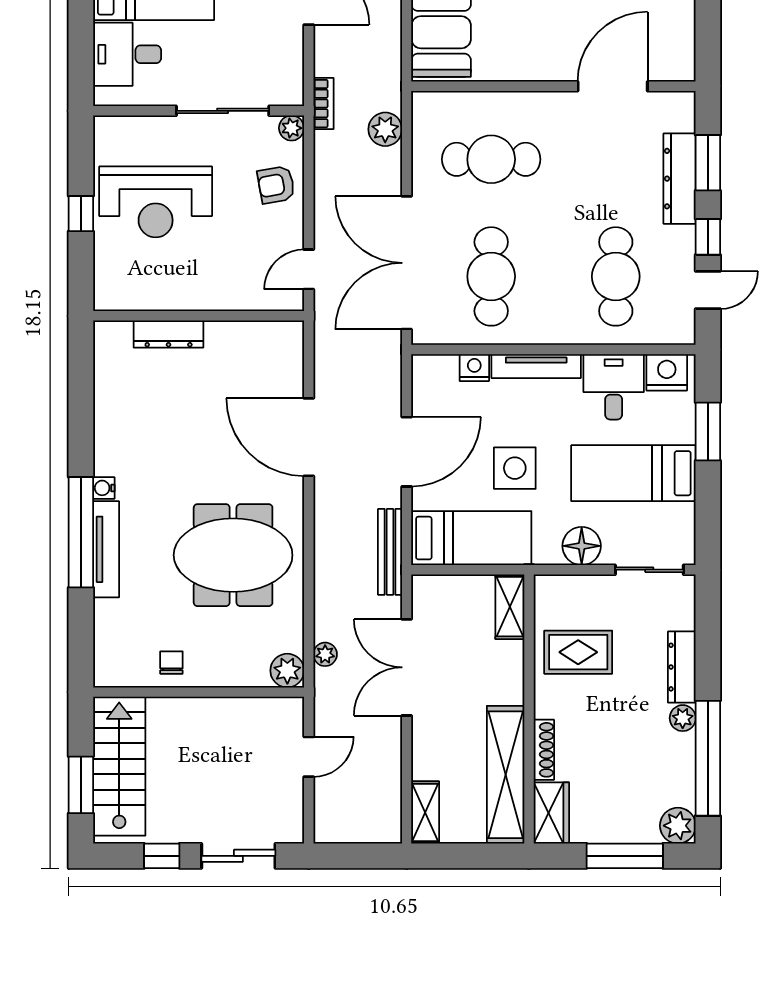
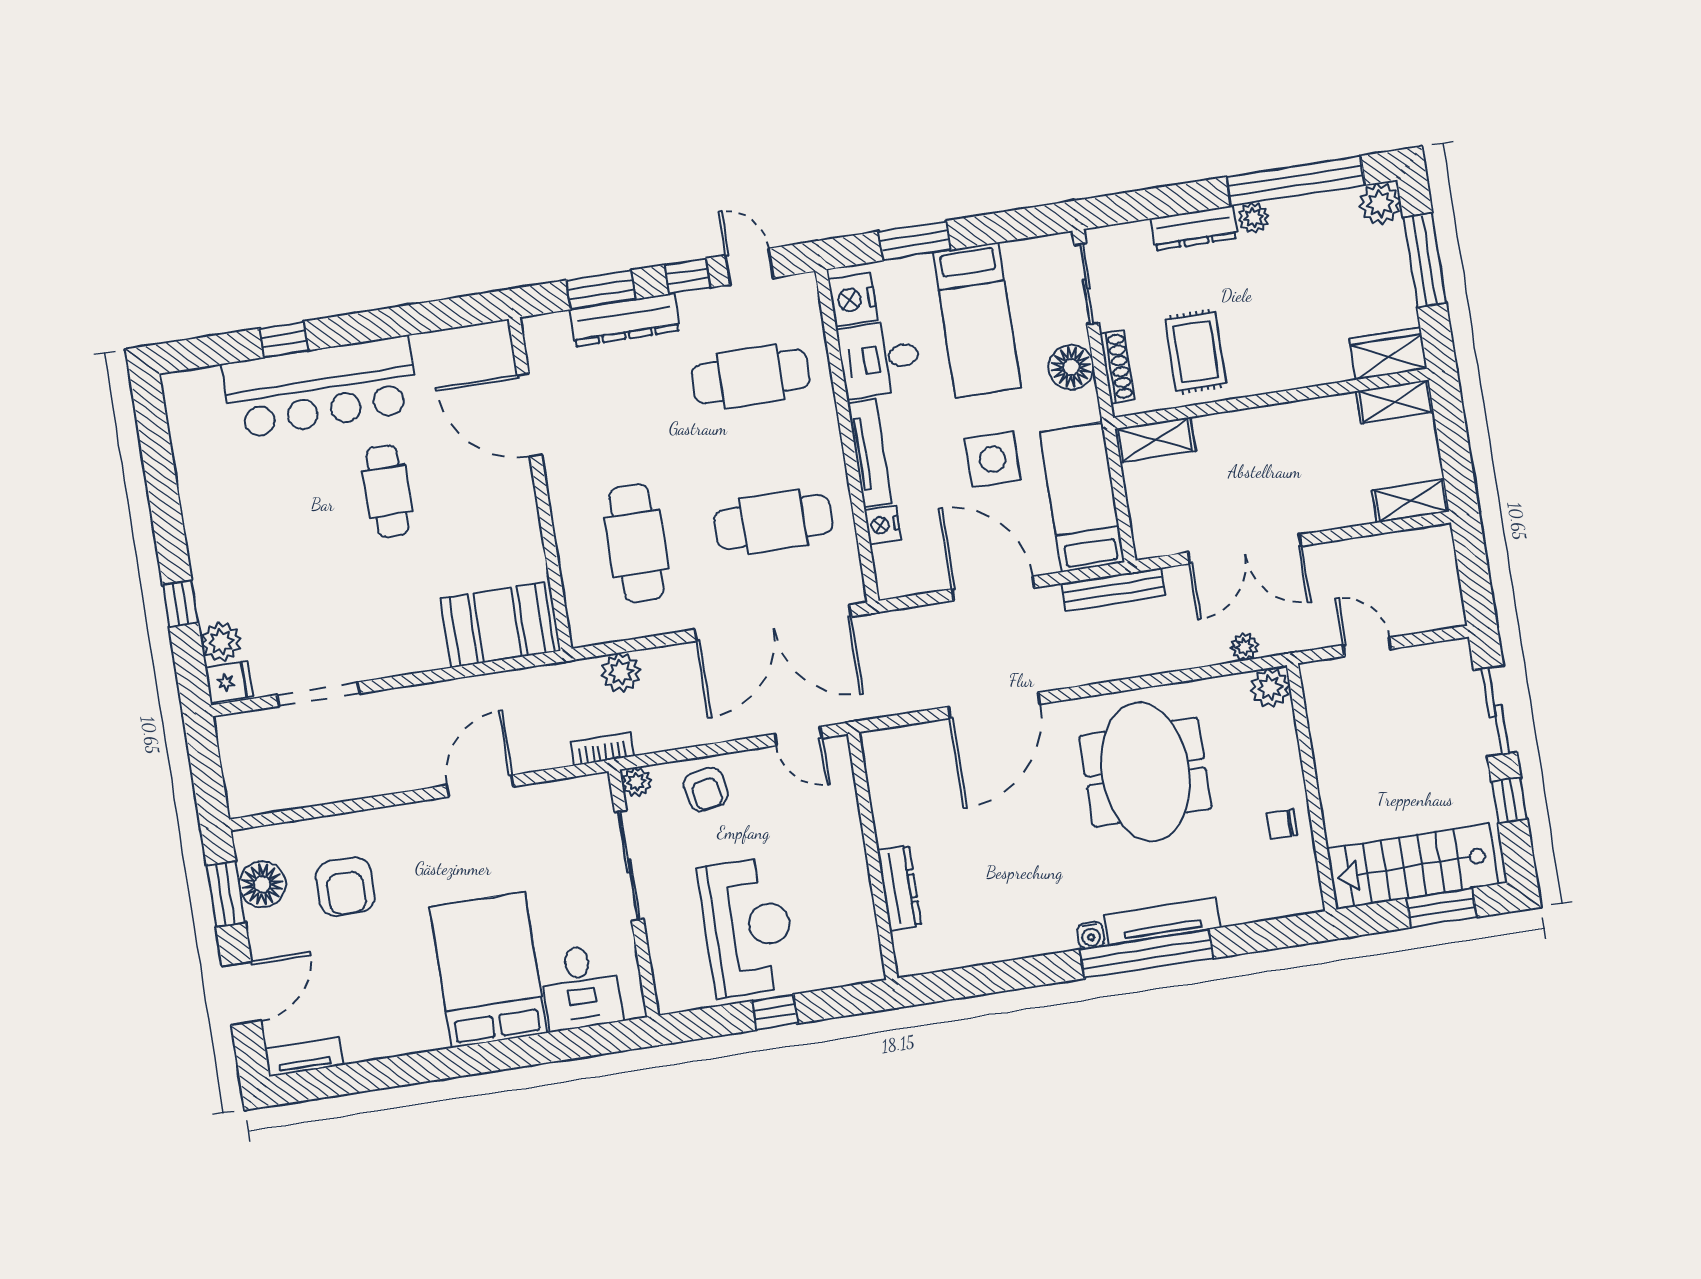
shoe rack: (544, 750) -> (1117, 367), moved, turned 90
shelving: (506, 775) -> (1395, 402), width x0.45, depth x0.75

